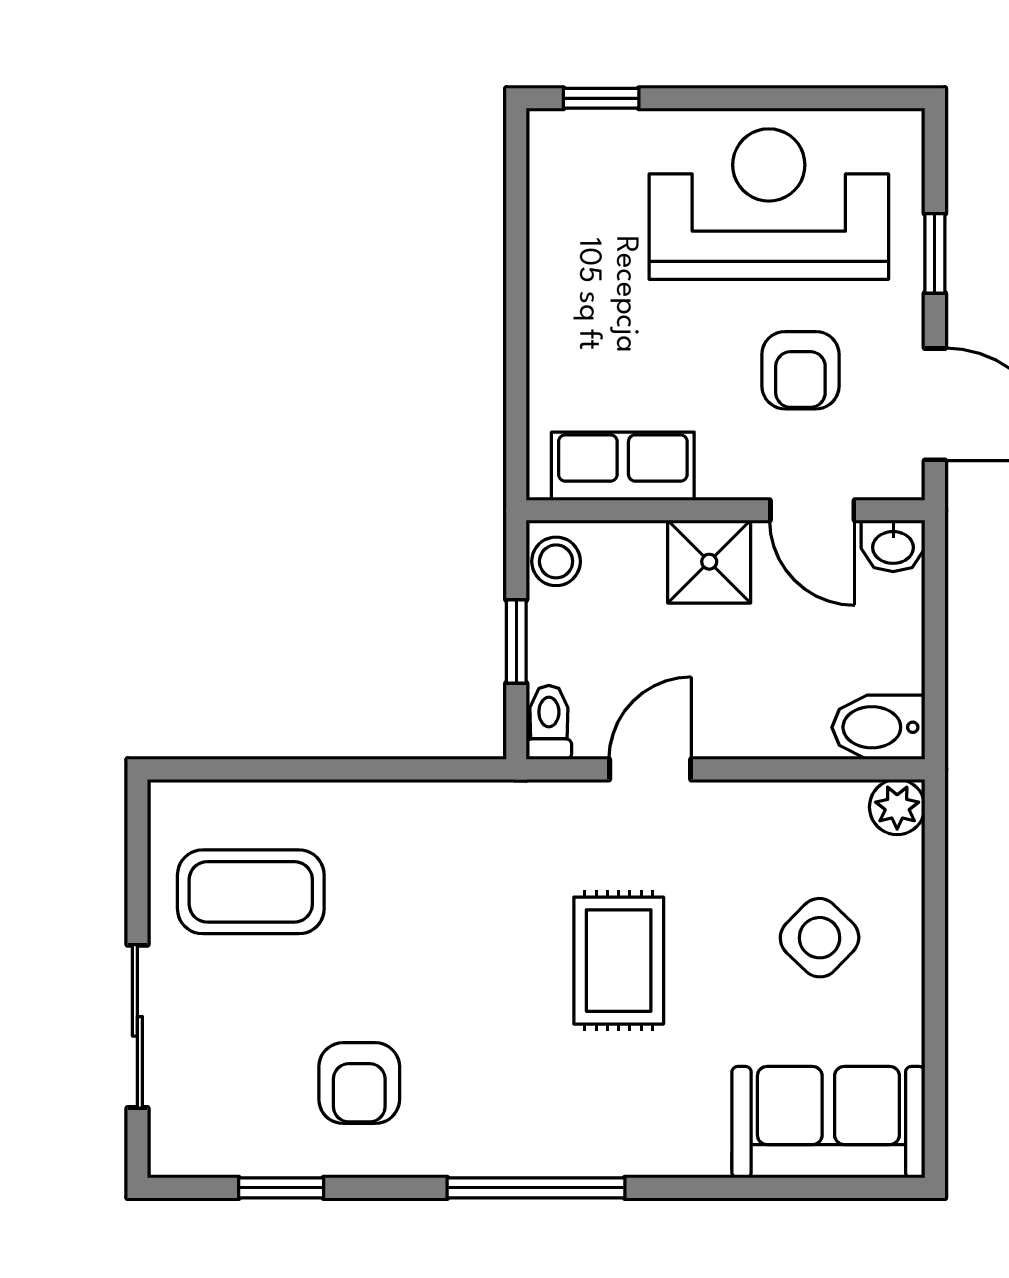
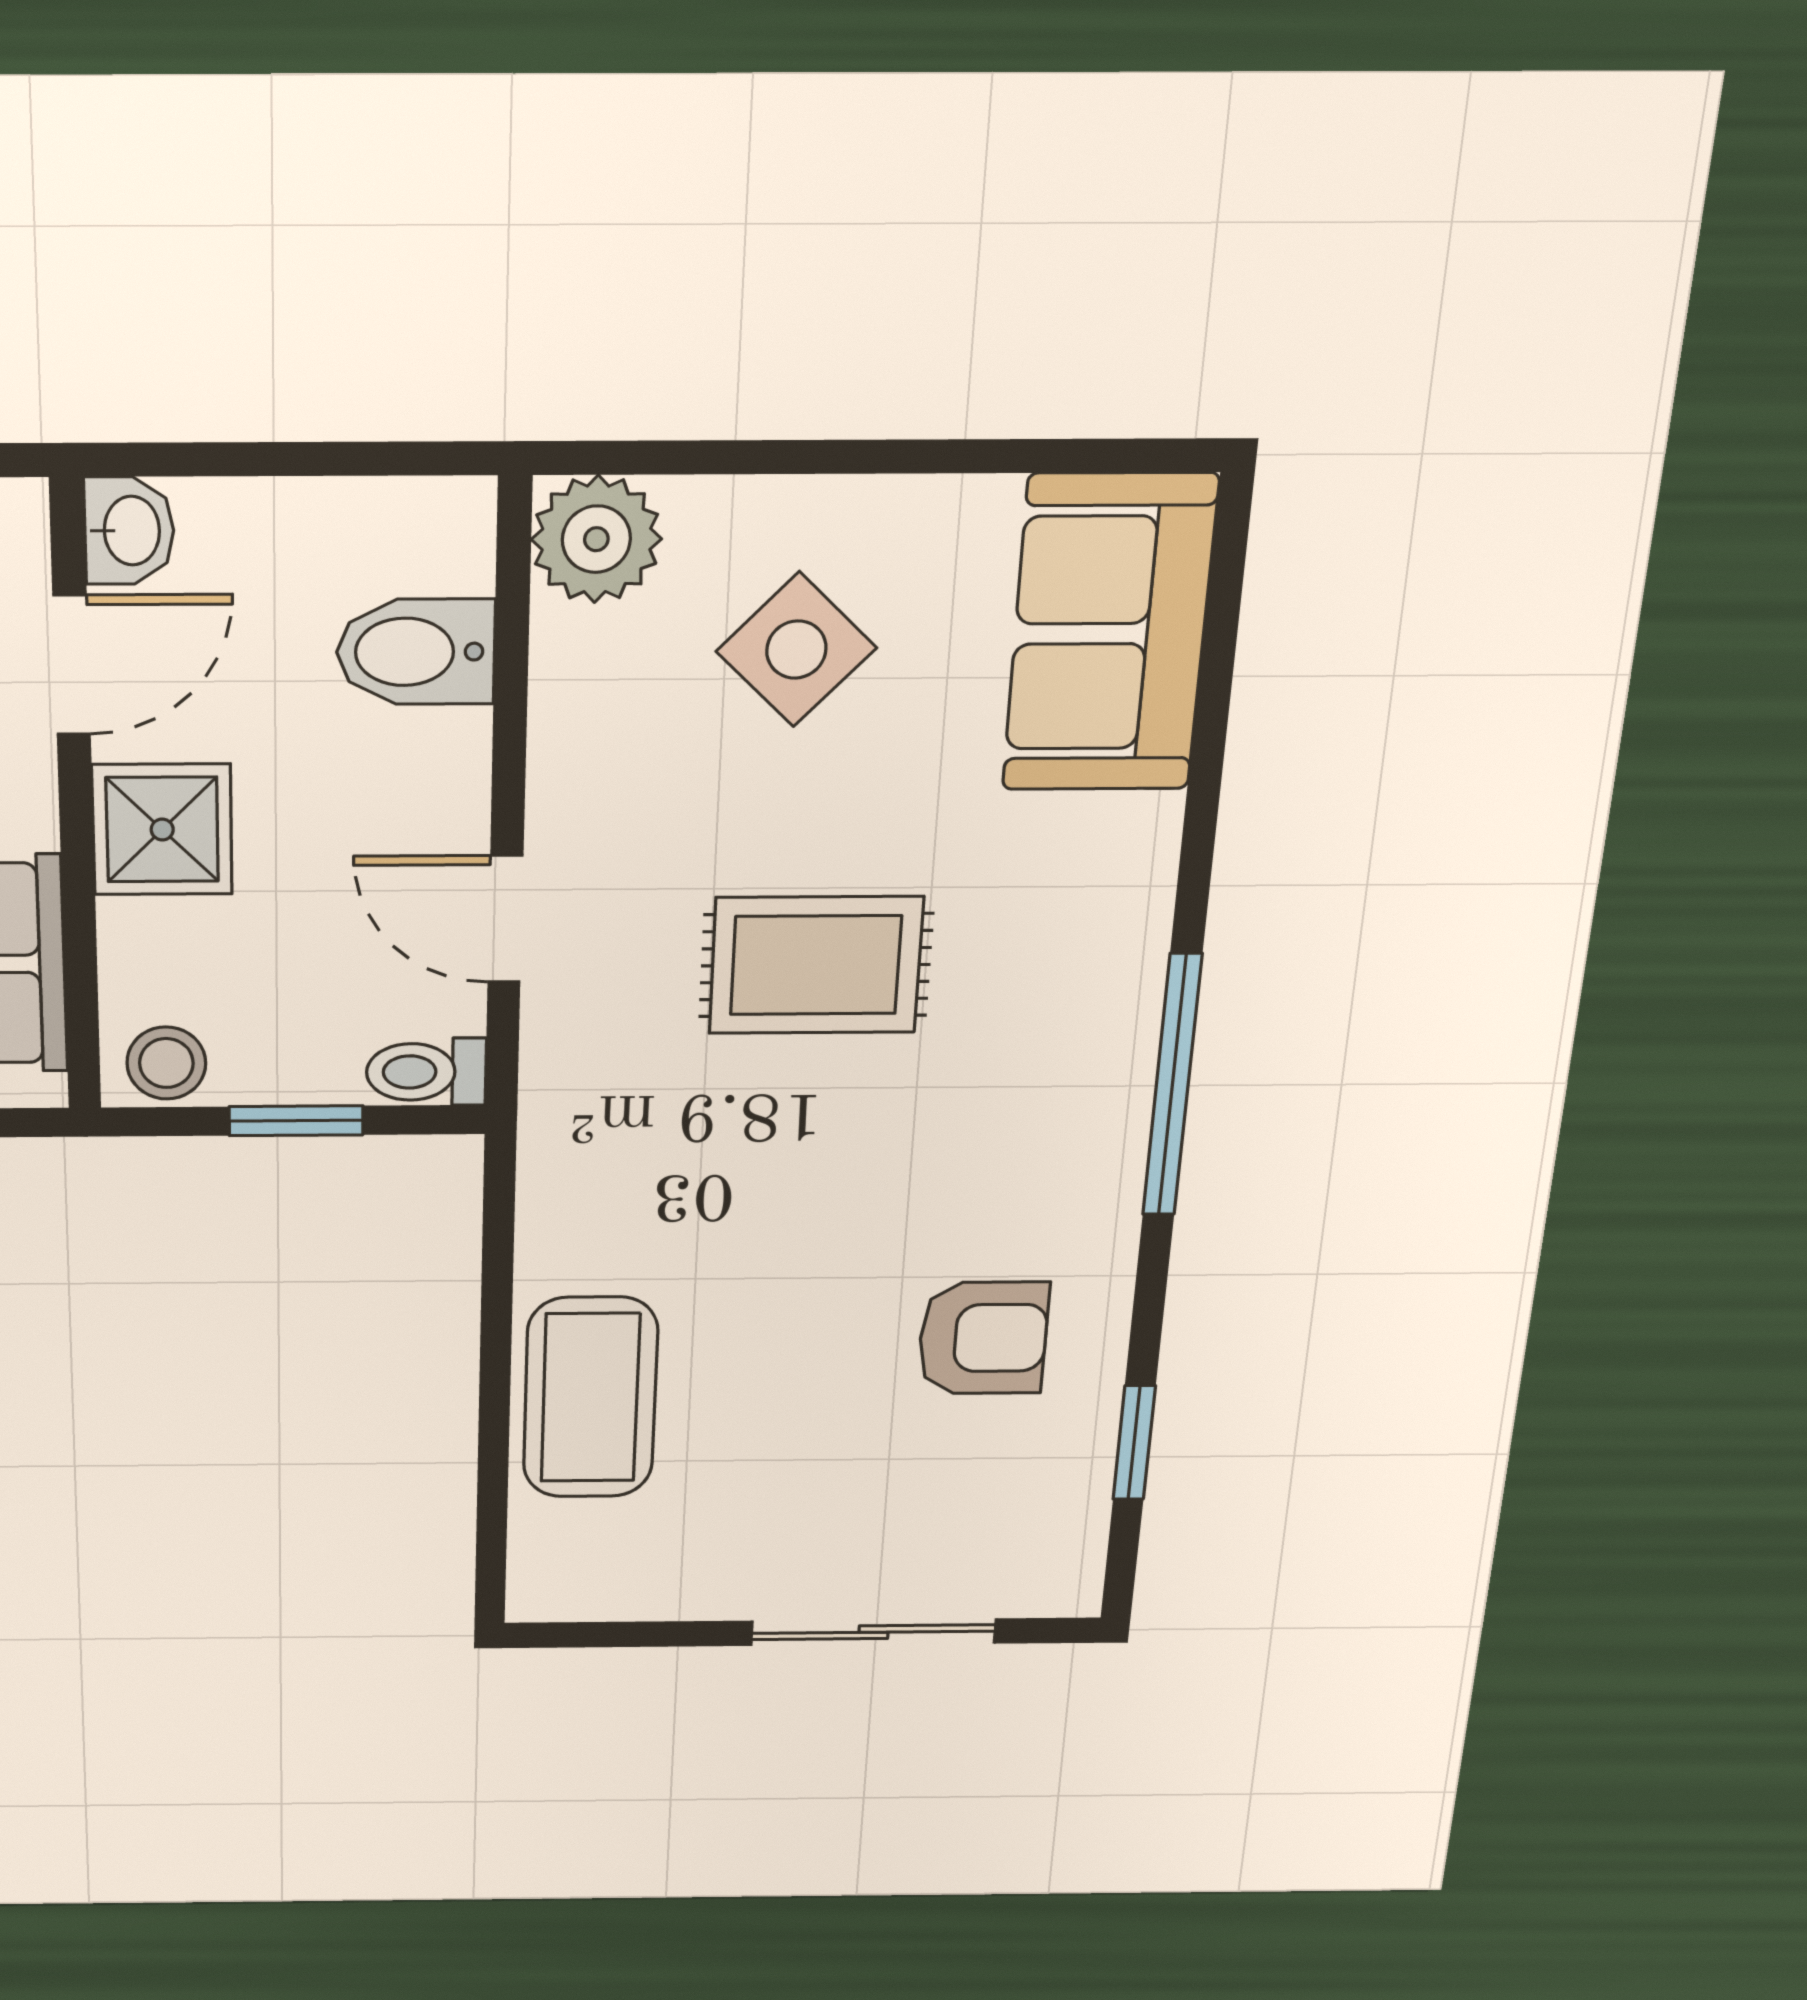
bidet: (878, 727) -> (416, 652), moved, turned 90
plant: (897, 807) -> (596, 539), width x1.38, depth x1.38
coffee table: (251, 892) -> (590, 1398), moved

